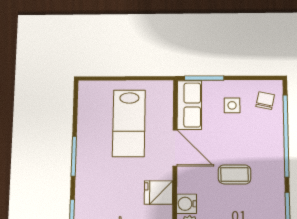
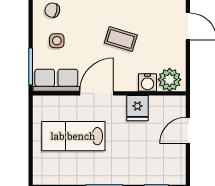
lab bench: (129, 123) -> (73, 136), turned 180
coffee table: (235, 174) -> (121, 39), turned -73

